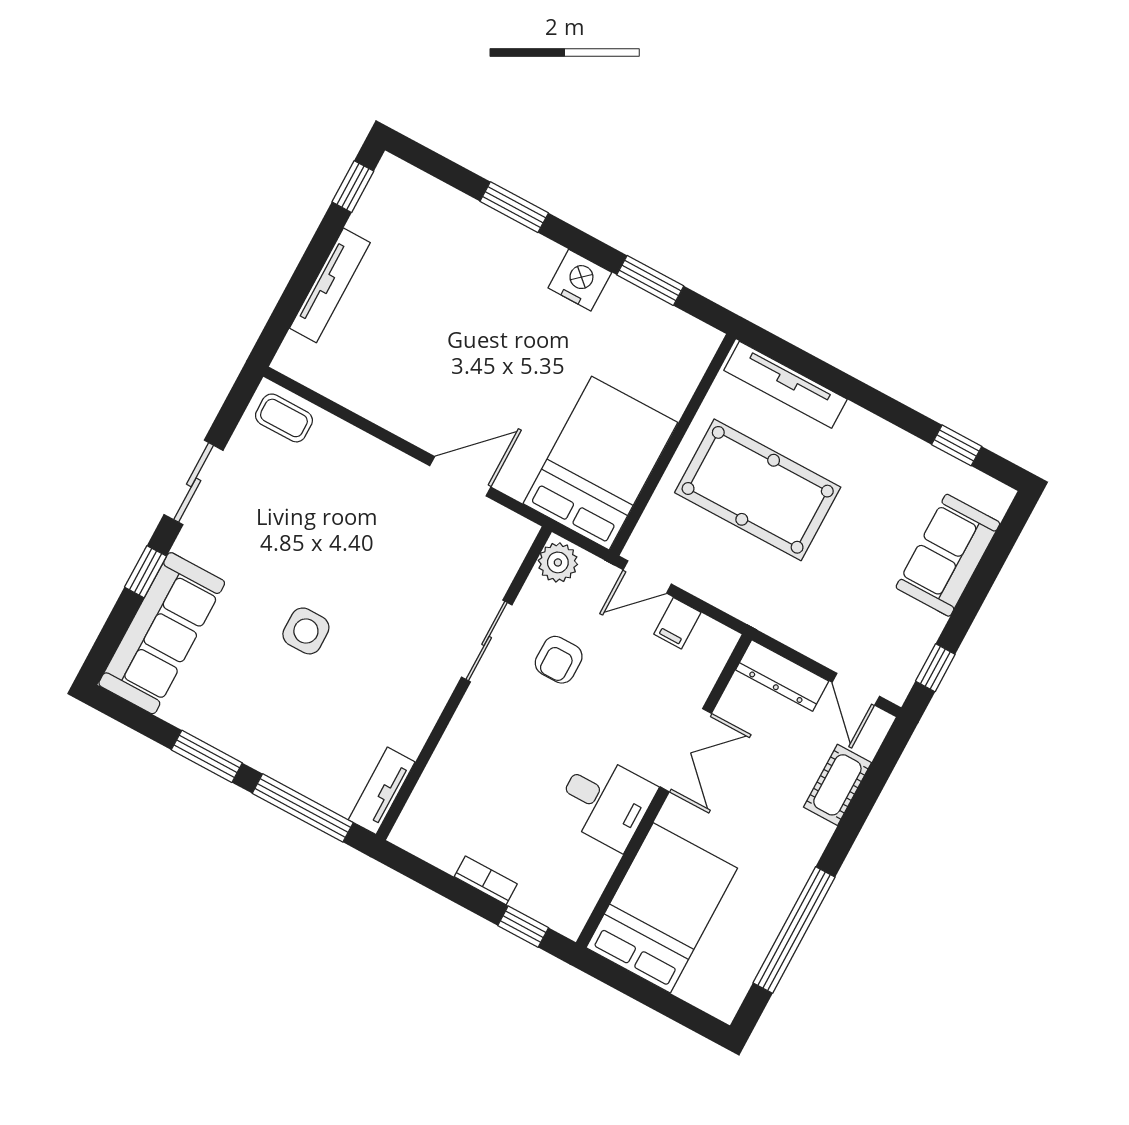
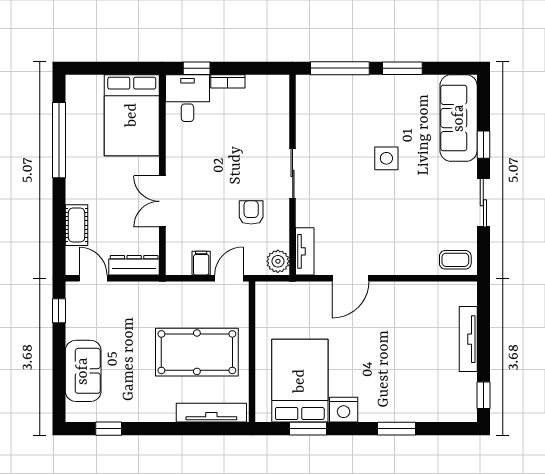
bed: (600, 463) -> (300, 381), moved, turned 180
sliding door: (487, 641) -> (293, 173), moved
tv unit: (382, 791) -> (305, 251), moved
desk: (605, 801) -> (187, 98), moved, turned 90

